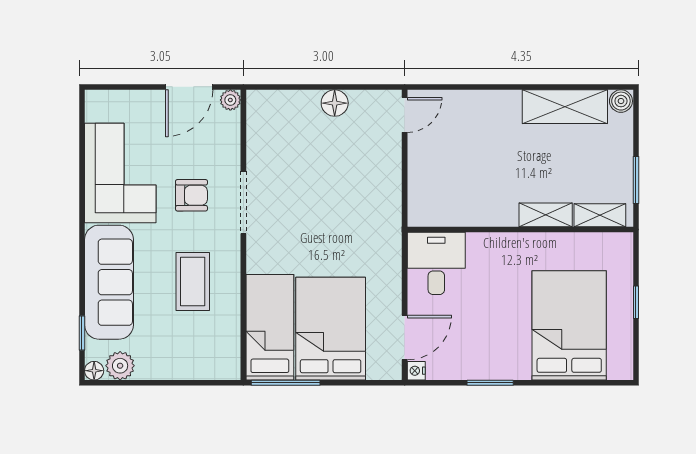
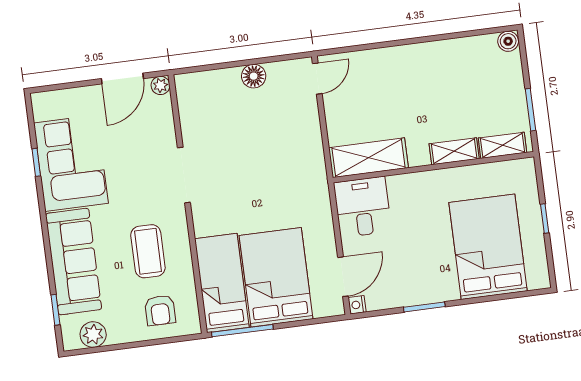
shelving: (565, 107) -> (368, 158), moved
window: (82, 167) -> (36, 162), added
armchair: (191, 195) -> (160, 310), moved, turned 90
floor lamp: (94, 371) -> (71, 342), removed

